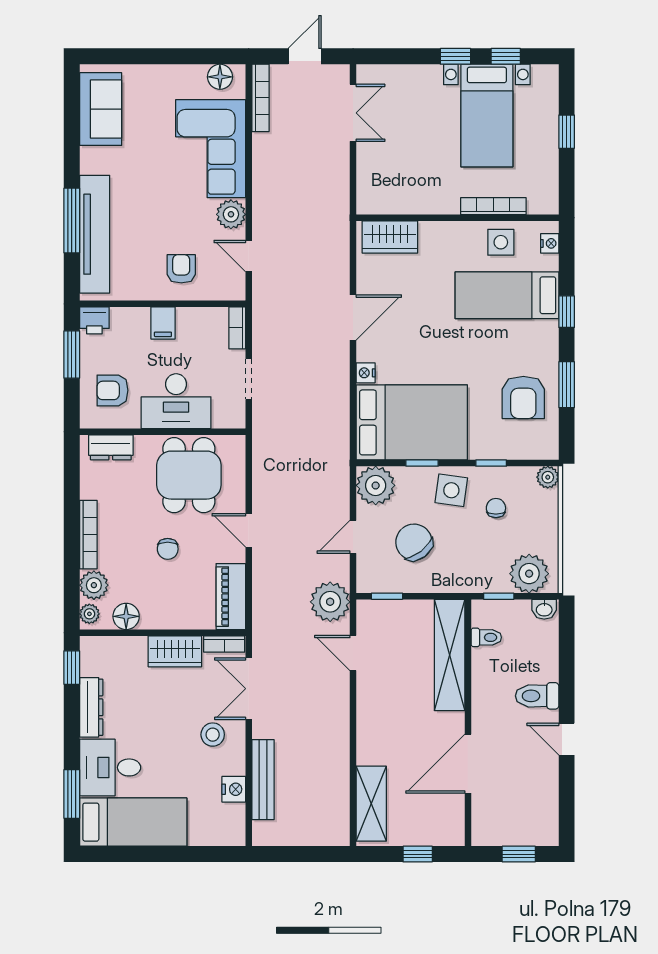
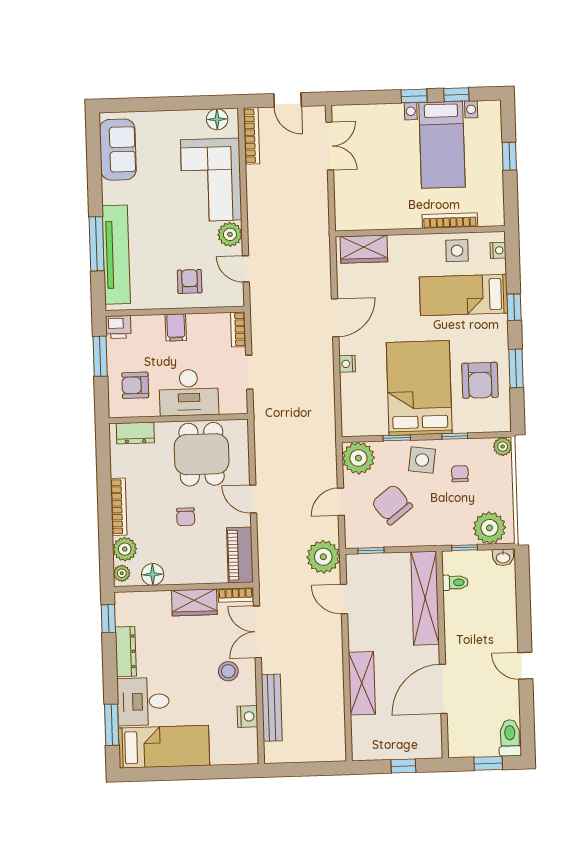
door: (305, 56) -> (288, 100), swing flipped
bed: (412, 422) -> (419, 388), moved, turned -90
toilet: (537, 696) -> (510, 738), moved, turned 90
shelving: (371, 804) -> (362, 683), moved

